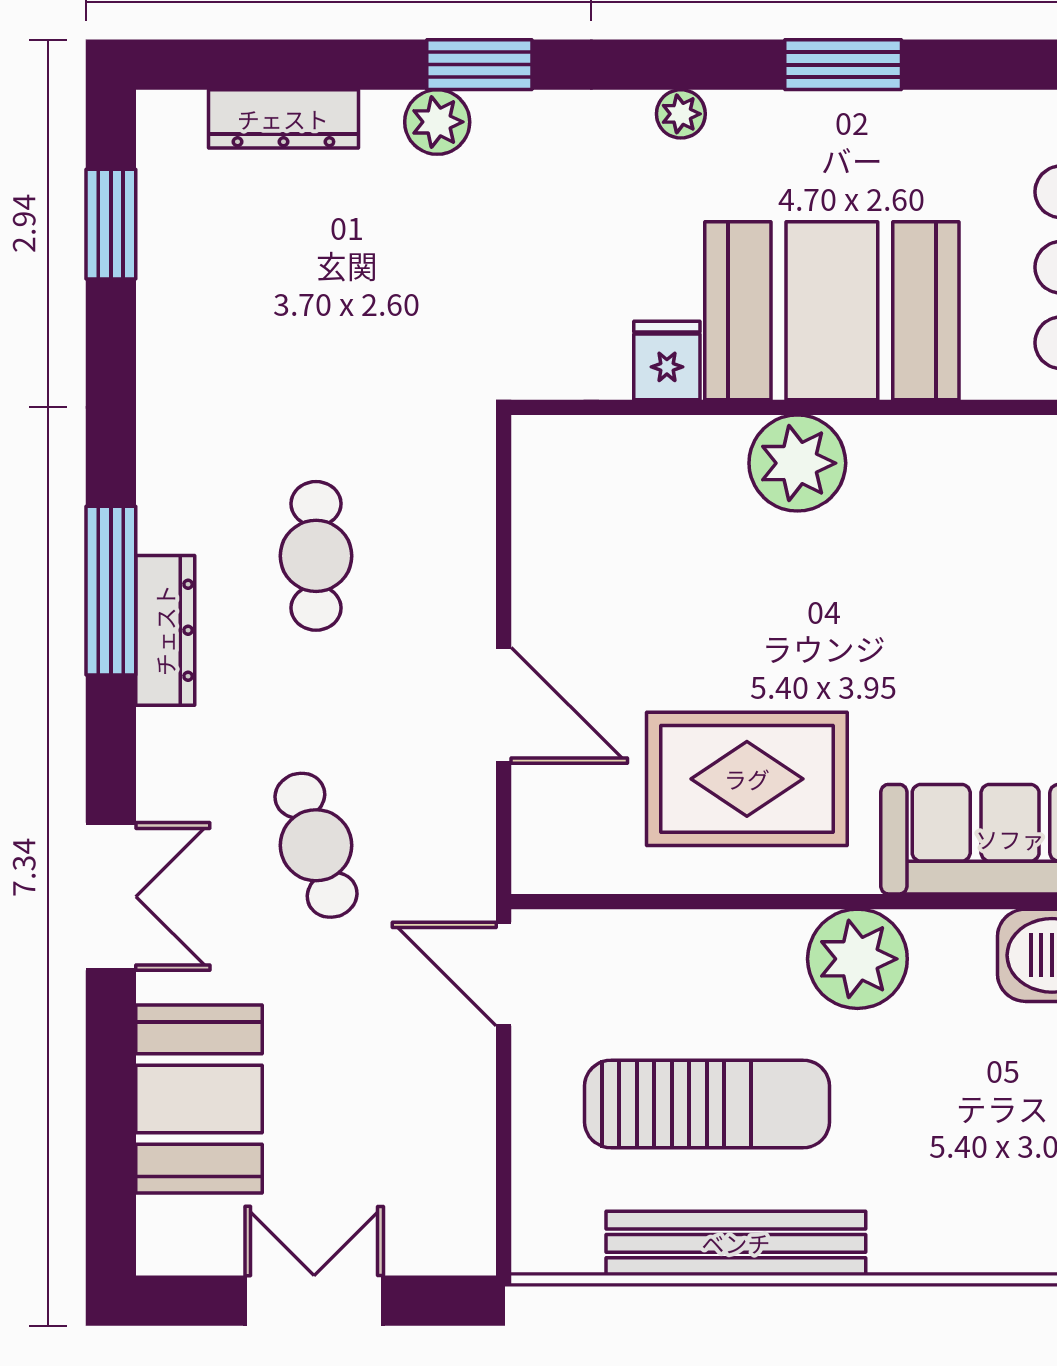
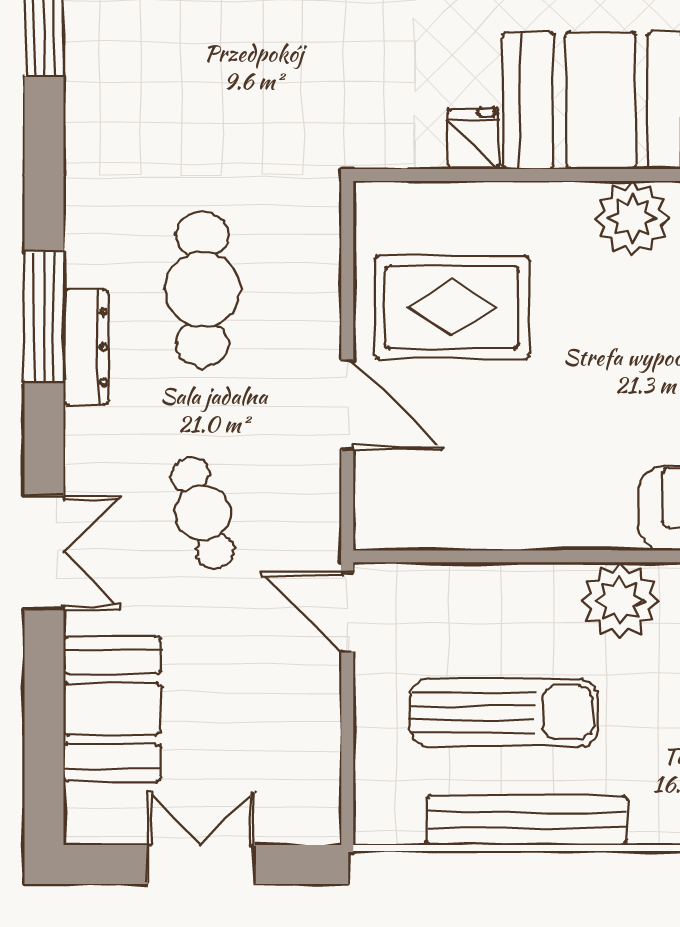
plant: (797, 463) -> (632, 218), moved
cafe table: (316, 556) -> (202, 290), width x1.37, depth x1.35
rug: (747, 779) -> (452, 307), moved

